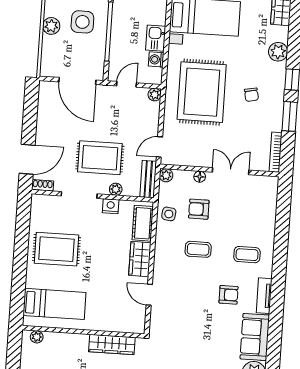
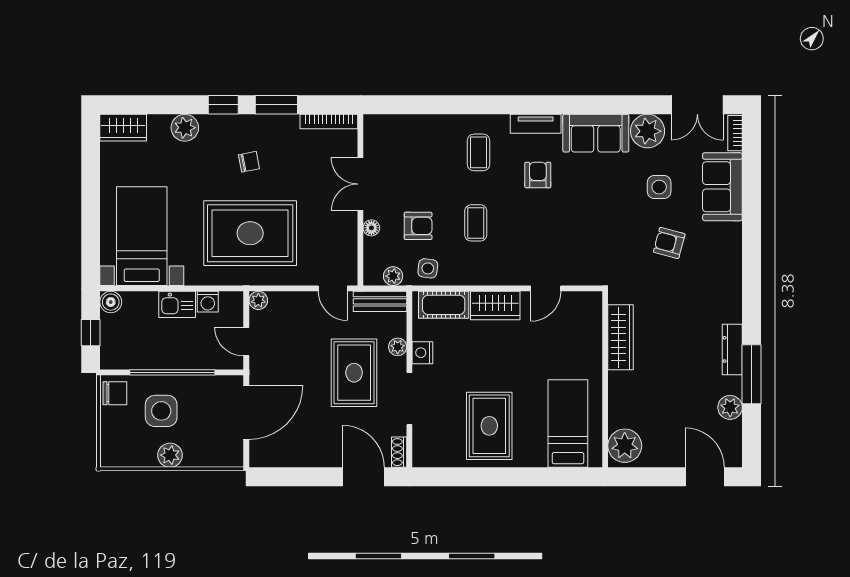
plant: (166, 175) -> (393, 276), moved
armchair: (199, 209) -> (418, 226), turned -90
plant: (37, 337) -> (625, 446), width x1.88, depth x1.88

